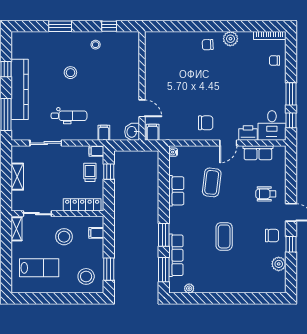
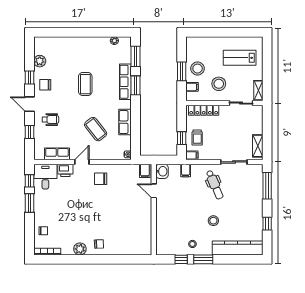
window: (60, 26) -> (203, 259), moved
kitchen counter: (20, 89) -> (238, 248), moved, turned 90
dental chair: (69, 116) -> (215, 185), turned -113
shelving: (17, 177) -> (258, 146), moved
window: (291, 179) -> (29, 132), added
coffee table: (212, 182) -> (96, 129), turned -45
row of seats: (176, 255) -> (125, 82), moved
window: (109, 269) -> (182, 71), moved
stool: (86, 276) -> (198, 69), moved

